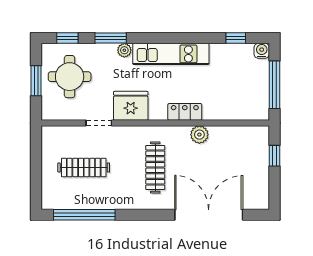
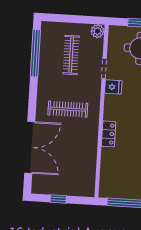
fridge: (131, 106) -> (113, 87), width x0.53, depth x0.75
plant: (199, 135) -> (97, 31), moved
window: (274, 156) -> (58, 199), moved

